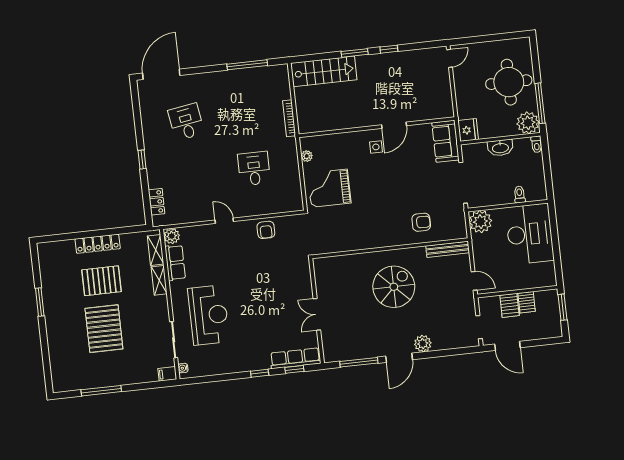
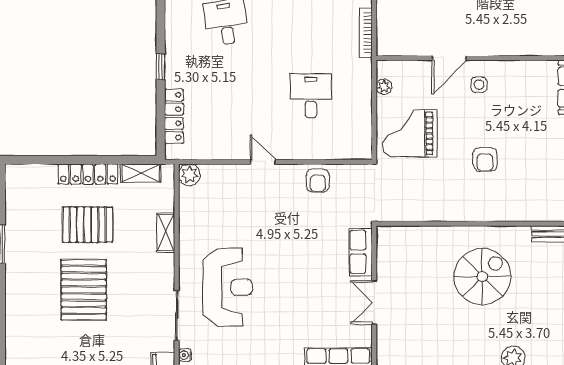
door: (394, 125) -> (449, 58), moved
locker: (157, 202) -> (174, 116), width x1.53
armchair: (421, 222) -> (485, 159), moved, turned 90
shelving: (156, 250) -> (141, 173), moved, turned 90
row of seats: (175, 263) -> (361, 252), moved, turned 180

